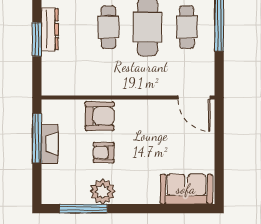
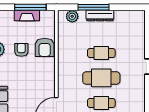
window: (37, 39) -> (94, 7), width x1.44
plant: (51, 73) -> (72, 16), added

